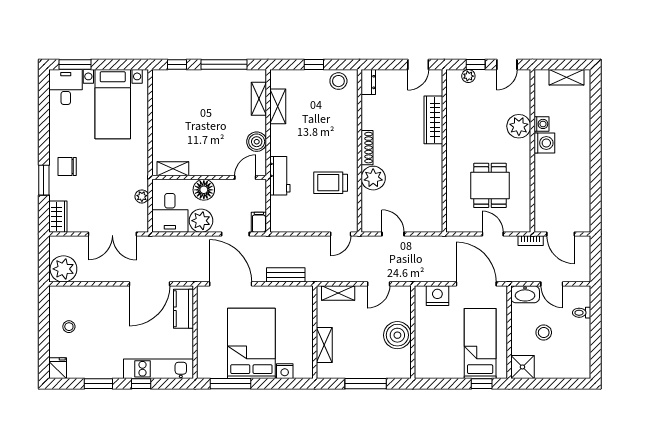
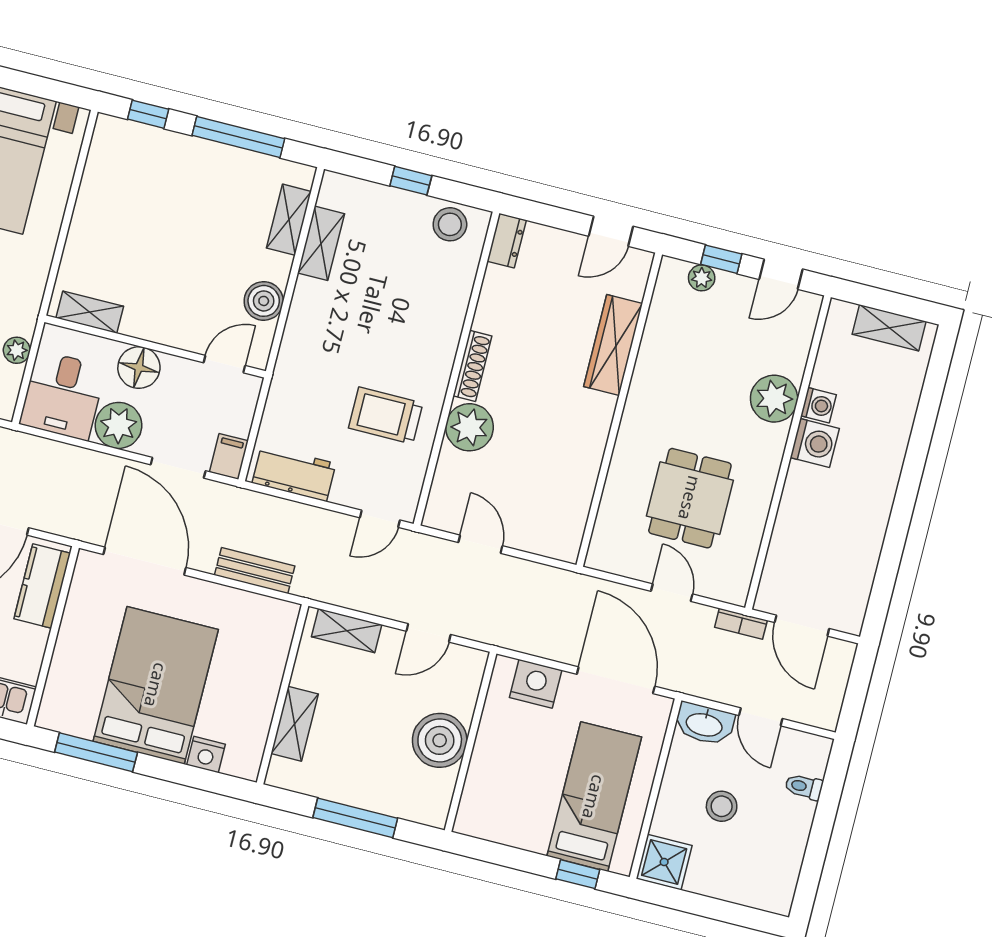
workbench: (280, 176) -> (294, 473), moved, turned -90

